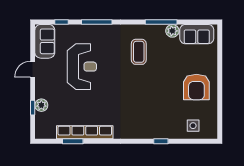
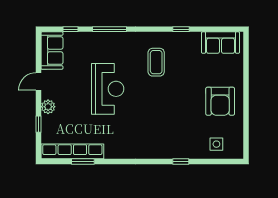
window: (161, 22) -> (181, 29), width x0.46
plant: (172, 31) -> (193, 39), removed
reception desk: (82, 67) -> (108, 89), moved
plant: (41, 105) -> (48, 107), moved
row of seats: (85, 132) -> (72, 151), moved

